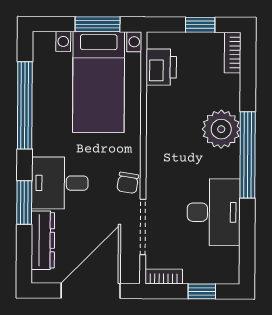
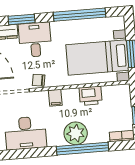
printer: (161, 67) -> (91, 96), moved
window: (248, 155) -> (82, 149), moved
filing cabinet: (159, 158) -> (55, 98), added

